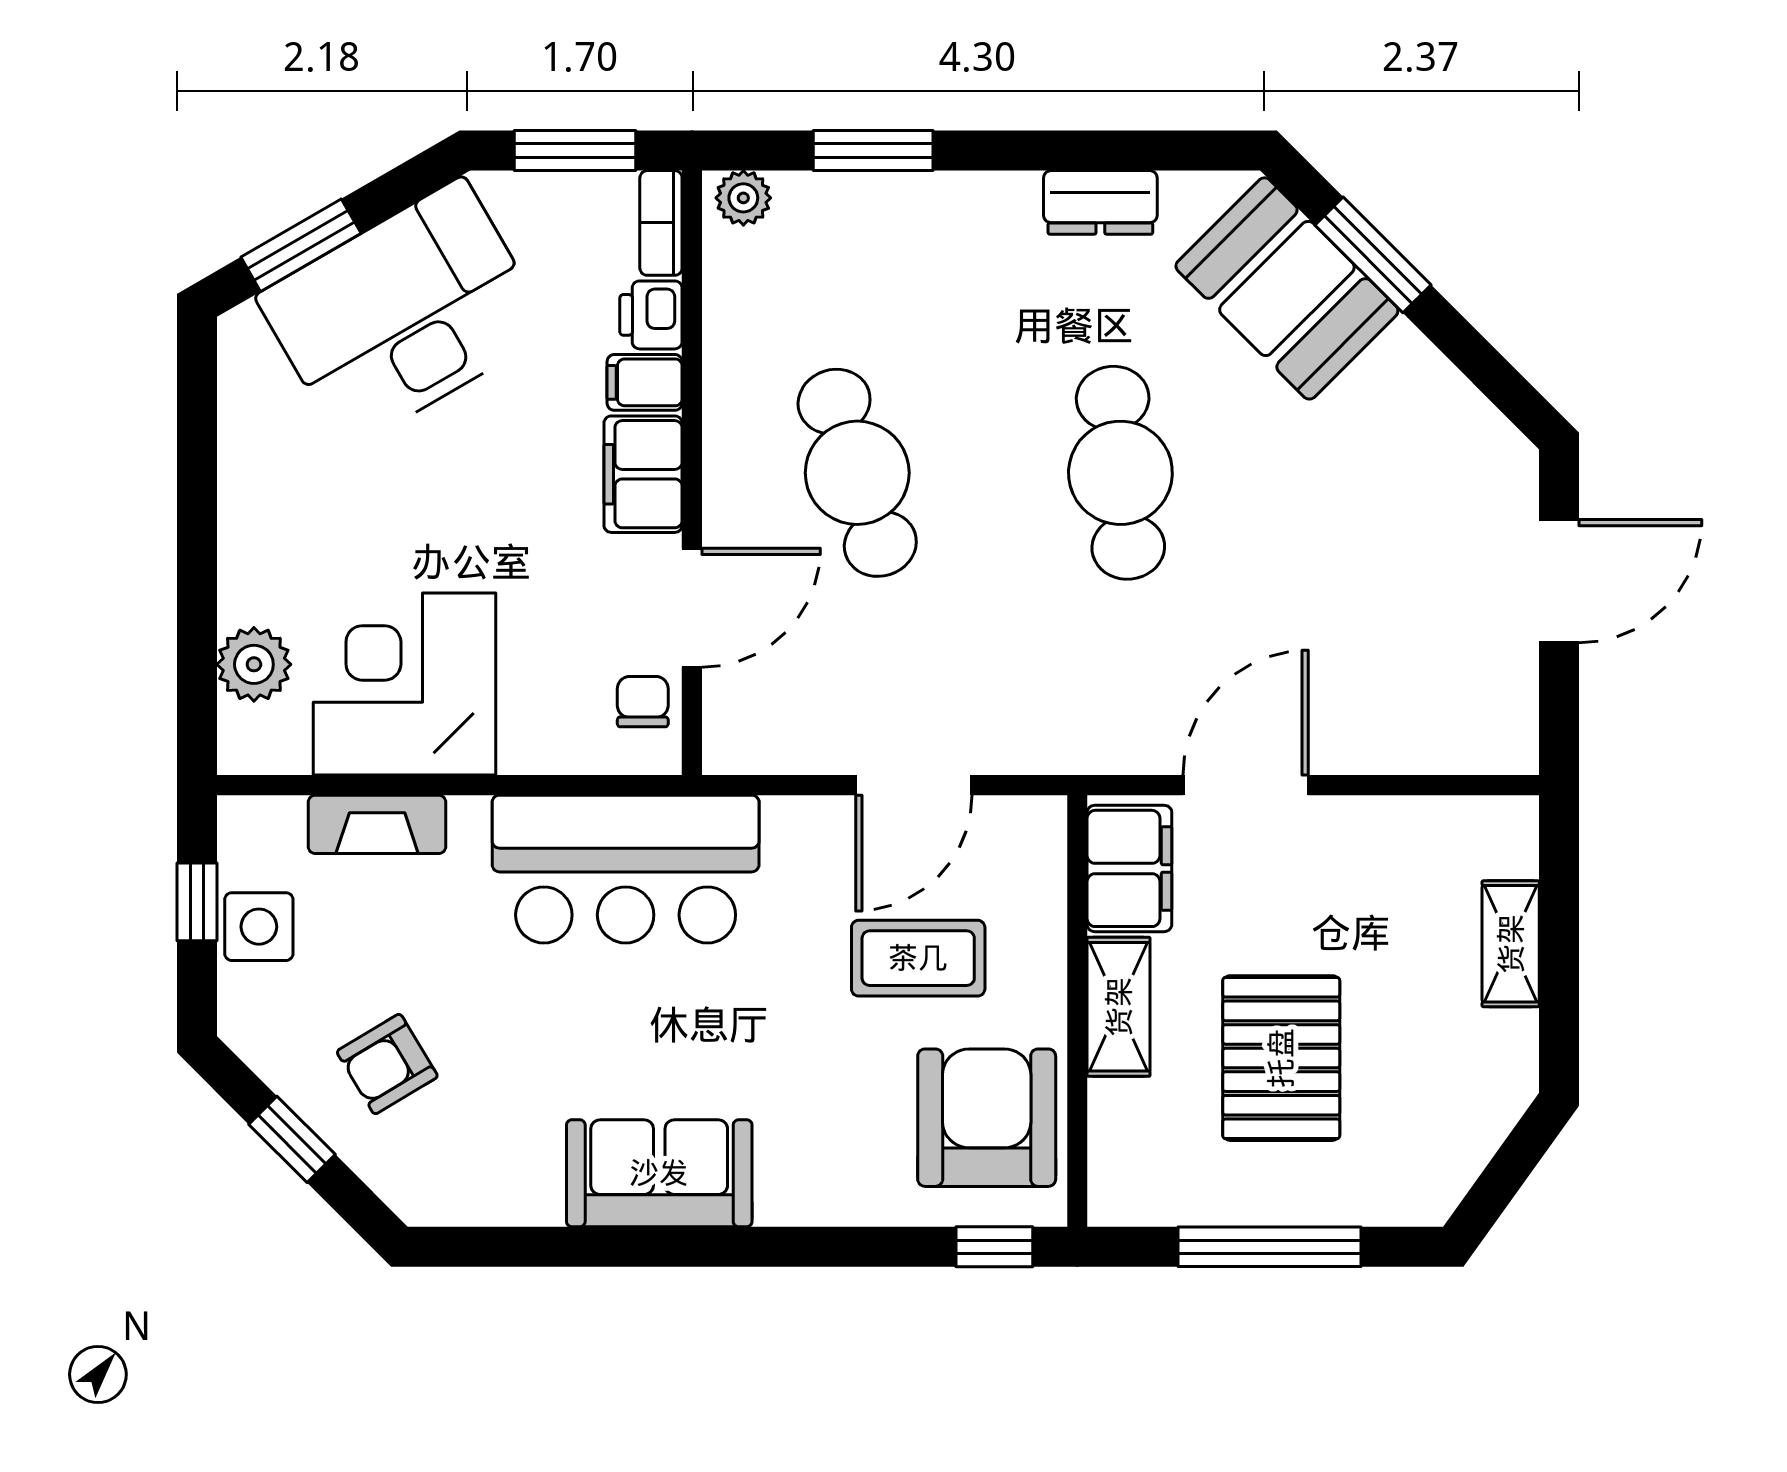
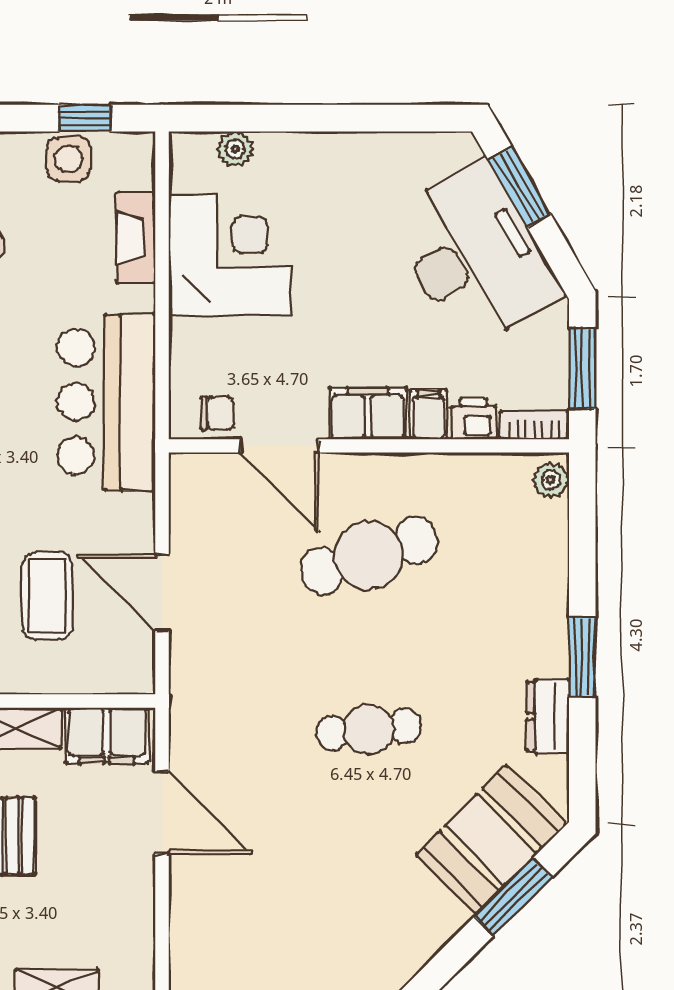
window: (873, 151) -> (582, 657), moved
cafe table: (1120, 473) -> (369, 730), width x0.73, depth x0.74
plant: (254, 664) -> (235, 149), width x0.73, depth x0.73

